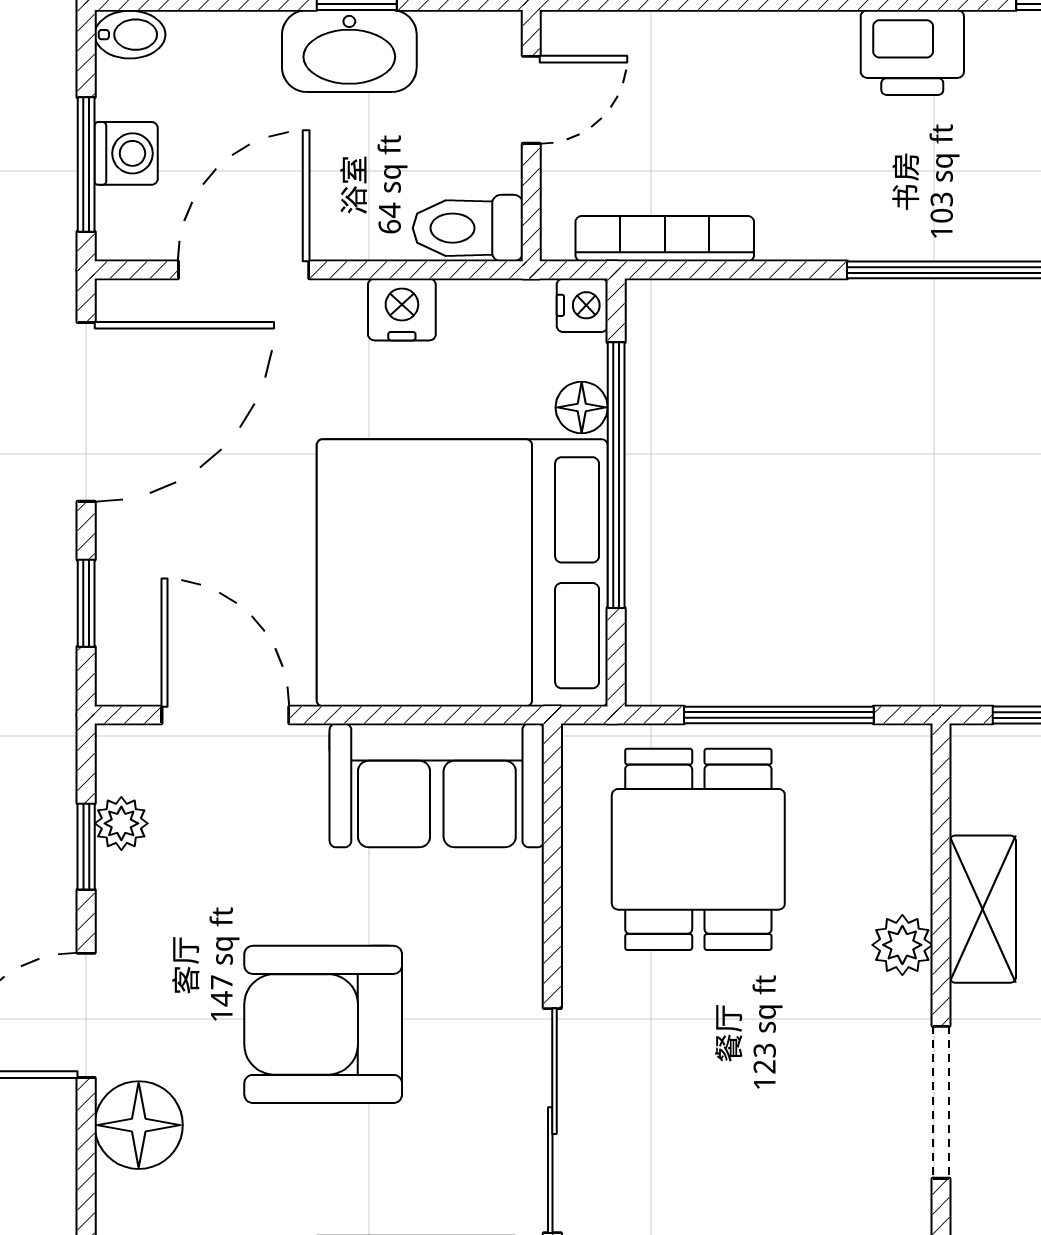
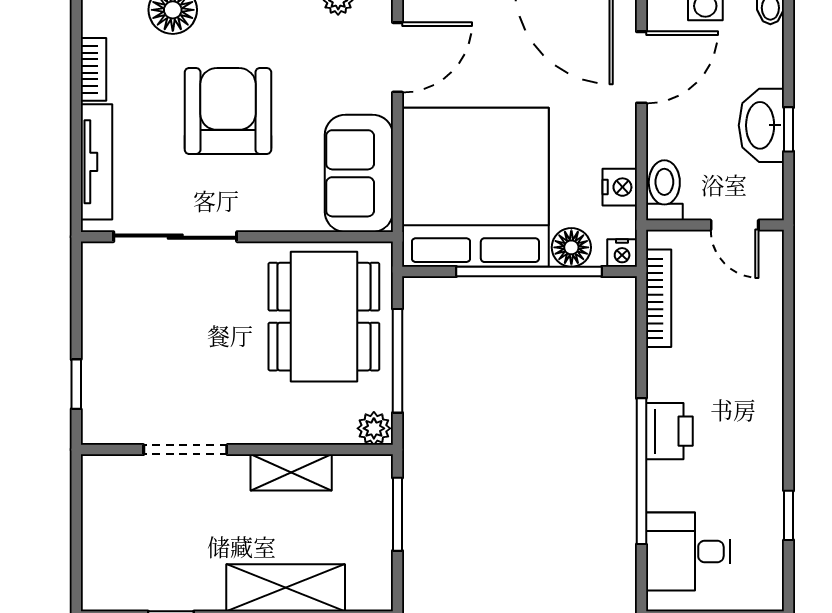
printer: (912, 52) -> (669, 431), moved, turned 180
door: (244, 270) -> (641, 67), hinge flipped
nightstand: (402, 309) -> (620, 187), moved
floor lamp: (582, 407) -> (571, 247), width x1.37, depth x1.37
dining table: (698, 849) -> (324, 317), width x1.38
plant: (902, 945) -> (374, 428), moved

